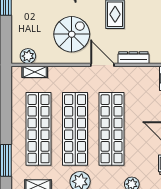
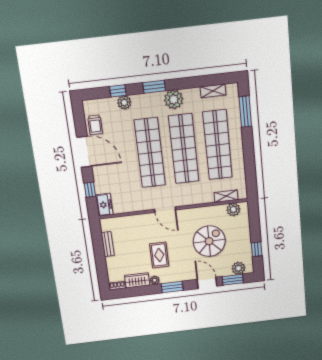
spiral stairs: (72, 34) -> (209, 241), moved, turned 180
dresser: (133, 58) -> (138, 219), removed

